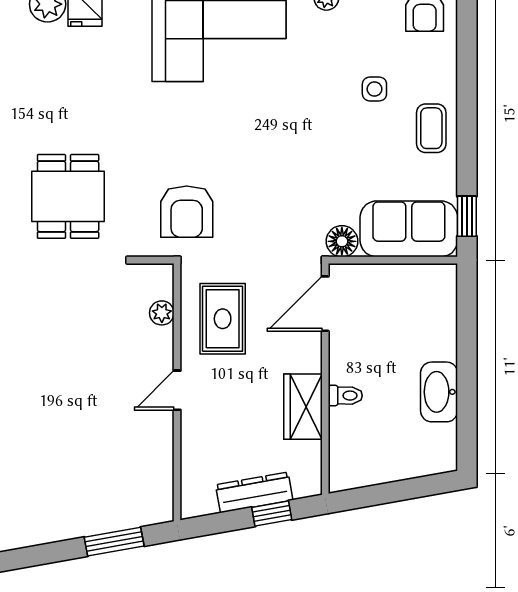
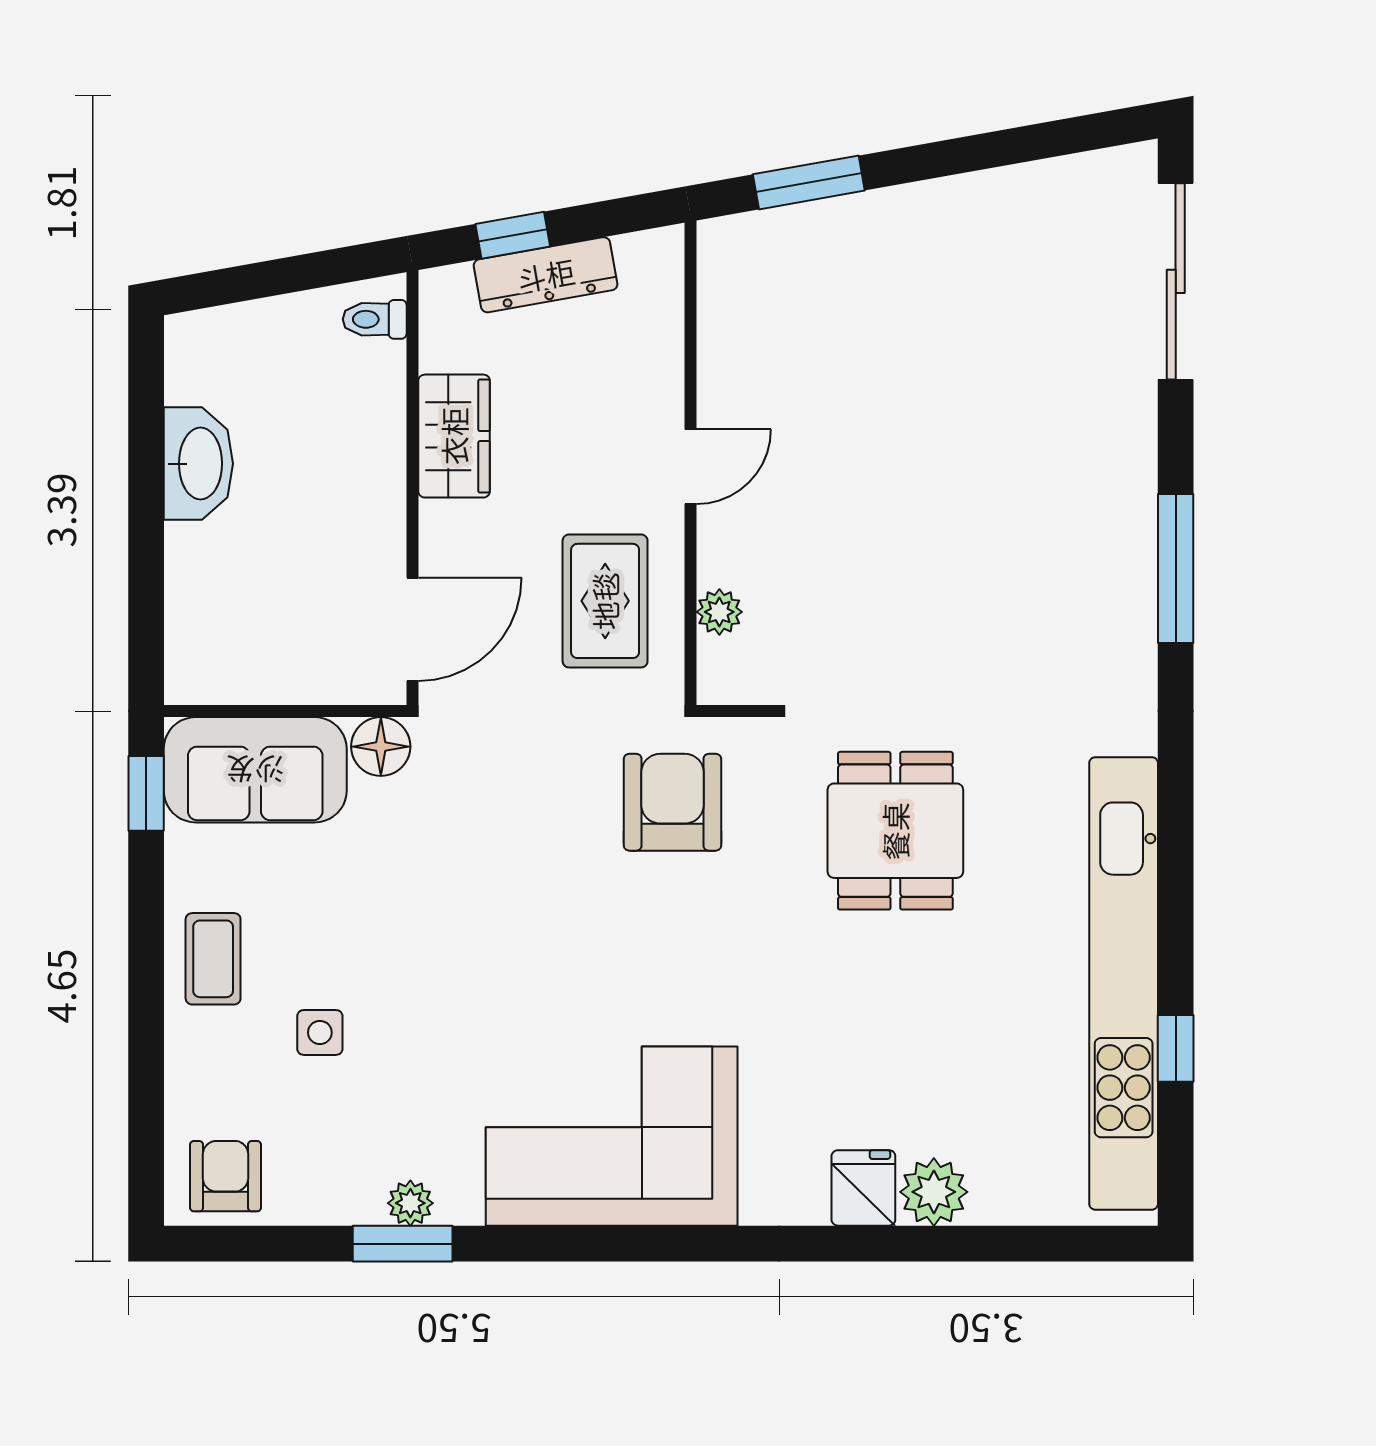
toilet: (345, 396) -> (375, 319), moved

